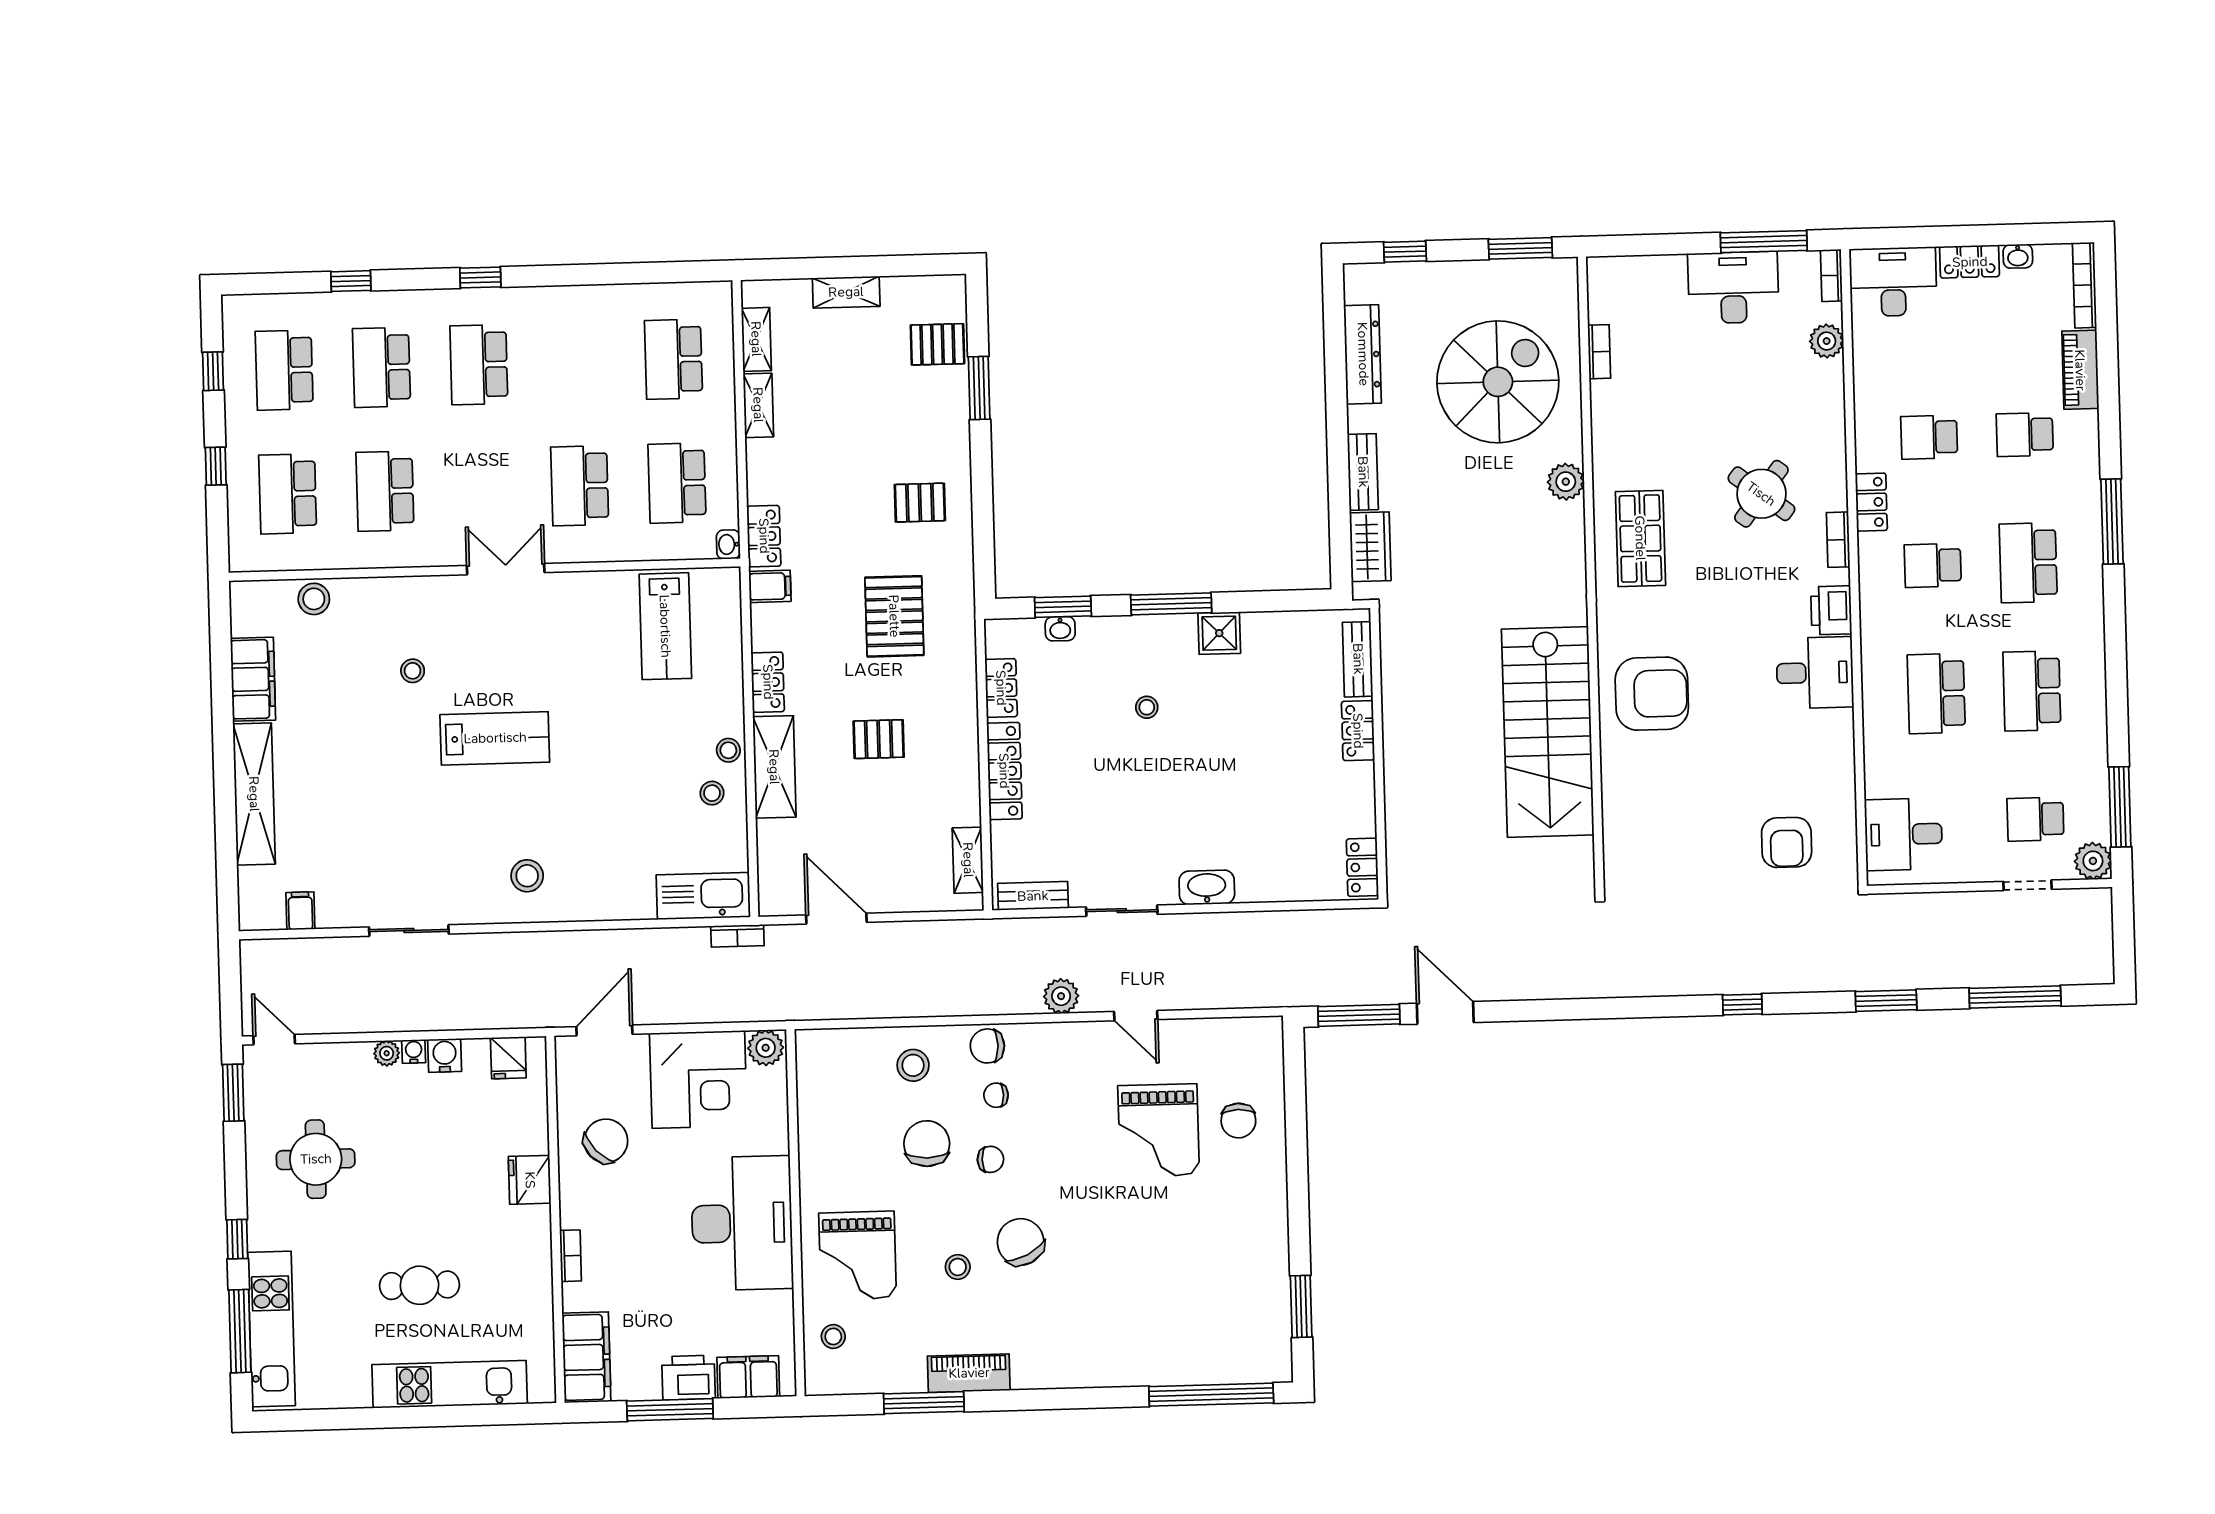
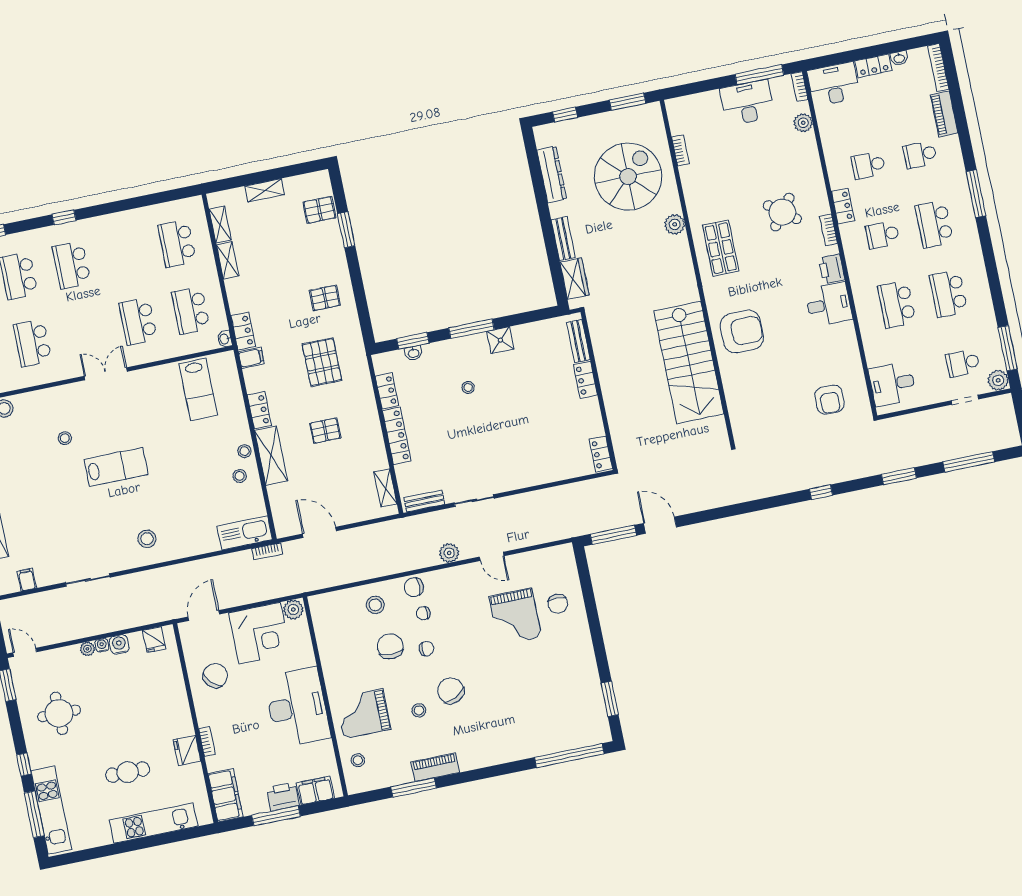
washbasin: (1207, 887) -> (518, 480), removed
fridge: (530, 1180) -> (187, 750), moved
grand piano: (858, 1256) -> (363, 714), turned 90

